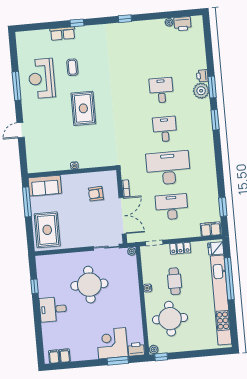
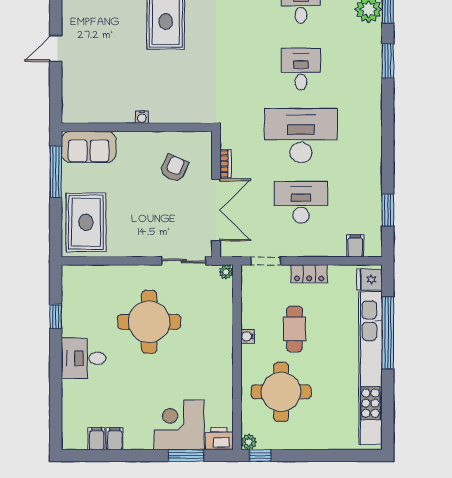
armchair: (96, 194) -> (174, 168), turned 116
filing cabinet: (211, 229) -> (355, 246), width x0.50
filing cabinet: (54, 357) -> (115, 439), moved

